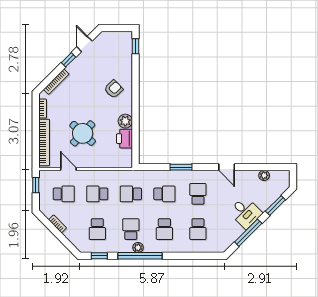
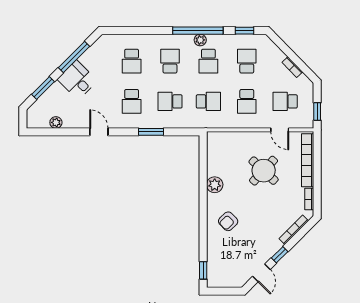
printer: (125, 139) -> (216, 165), removed
school desk: (97, 194) -> (247, 101), turned 90
school desk: (198, 229) -> (132, 61), turned 180

